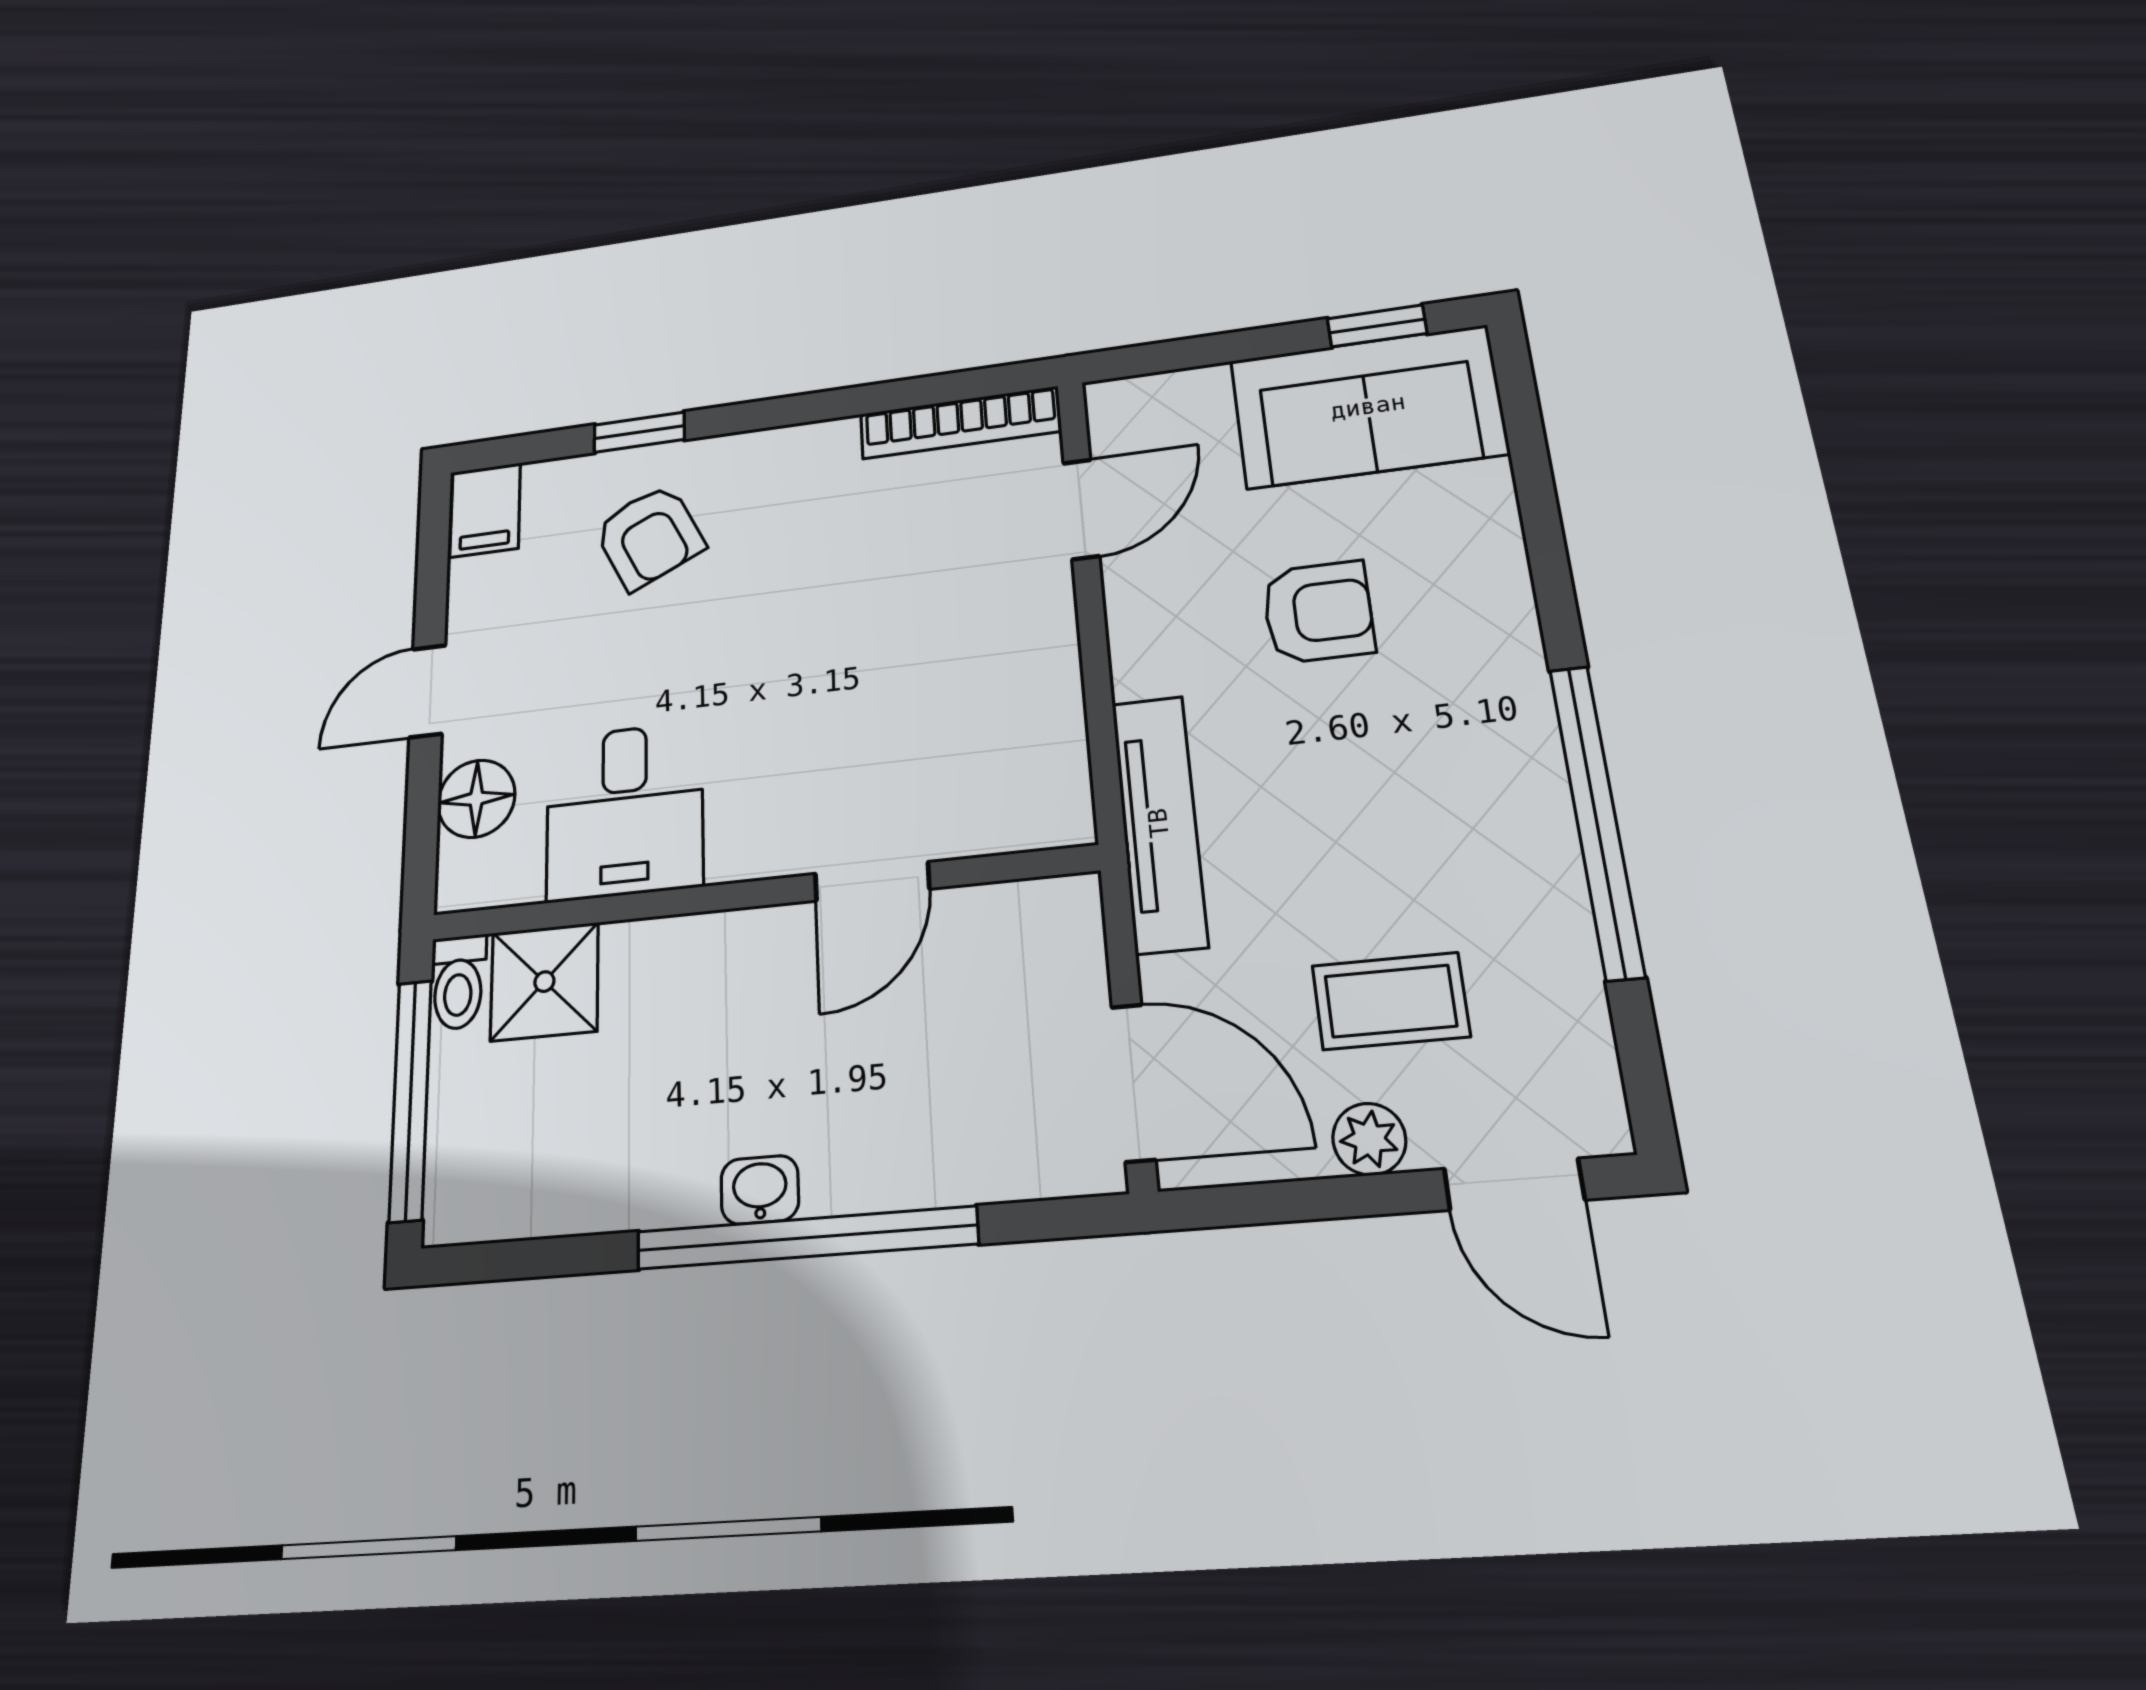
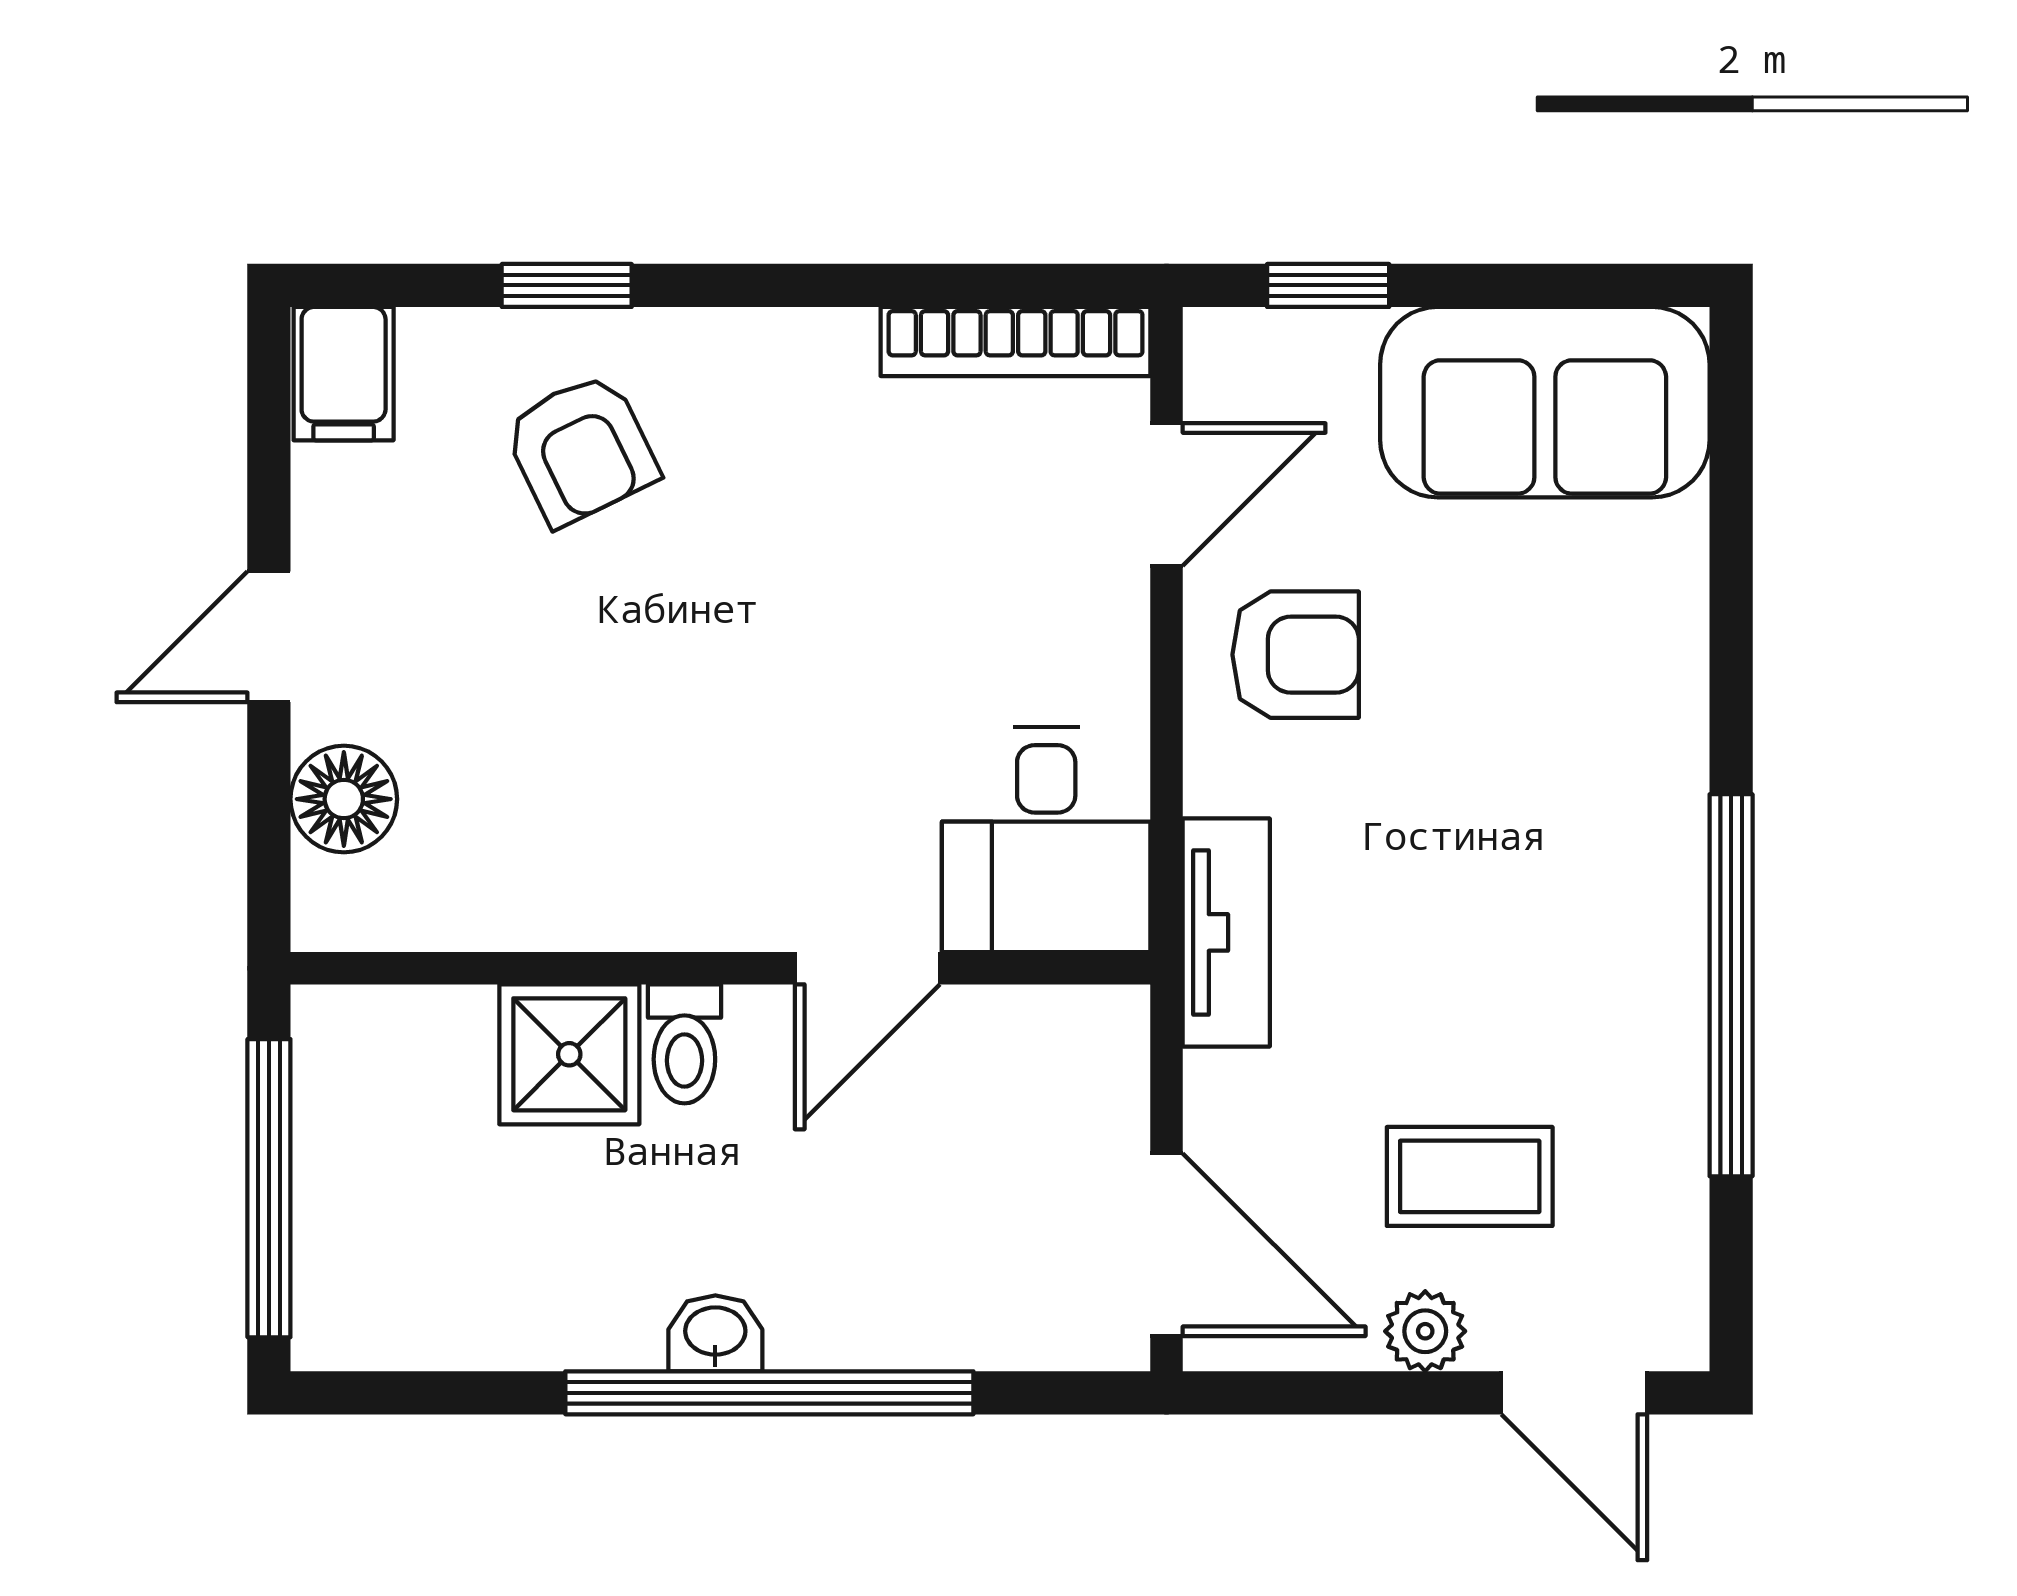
window: (1377, 326) -> (1328, 285), moved
armchair: (1318, 612) -> (1296, 655), moved
desk: (625, 811) -> (1046, 840), moved
tv unit: (1159, 823) -> (1226, 932), width x0.71
toilet: (458, 982) -> (684, 1044), moved
shower: (544, 982) -> (569, 1054), moved

